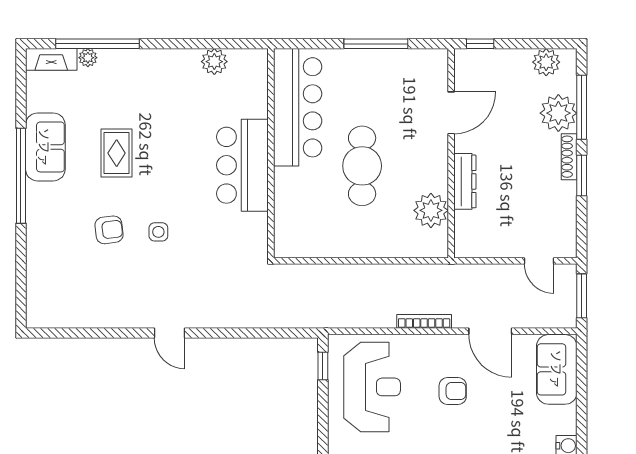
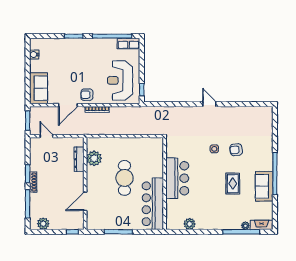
plant: (558, 113) -> (38, 201), removed
dresser: (465, 181) -> (79, 159), moved
door: (490, 331) -> (68, 105), swing flipped
armchair: (453, 391) -> (87, 95), moved

